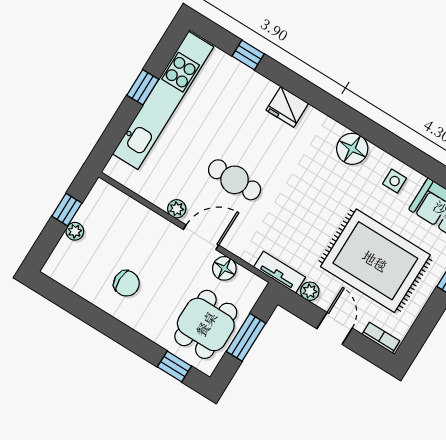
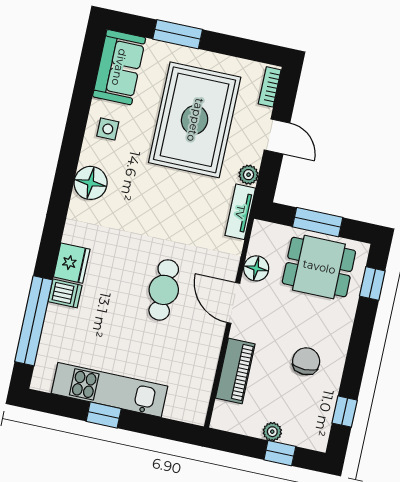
window: (248, 55) -> (34, 321), width x3.17
dishwasher: (263, 91) -> (65, 293), added
kitchen unit: (163, 100) -> (110, 390), width x0.73
plant: (177, 209) -> (213, 338), removed
window: (67, 210) -> (280, 453), moved
piano: (140, 218) -> (235, 371), added
window: (70, 302) -> (345, 412), added
door: (335, 328) -> (277, 137), swing flipped

